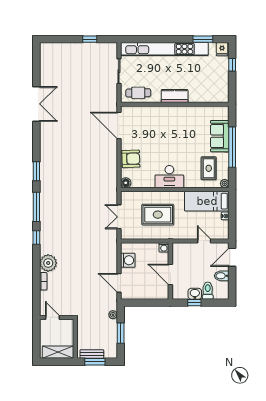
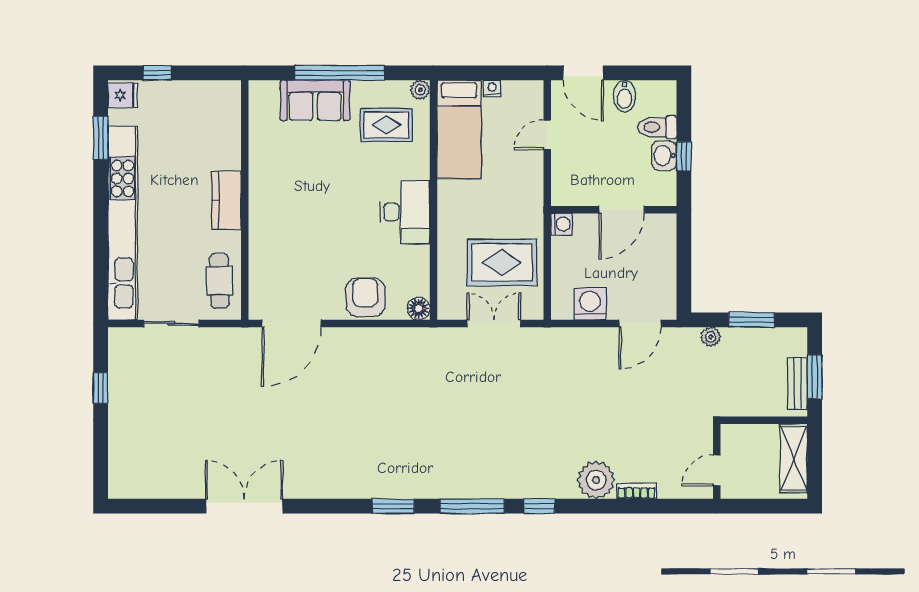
rug: (158, 215) -> (502, 263), moved, turned 90
double door: (119, 217) -> (494, 323), swing flipped

